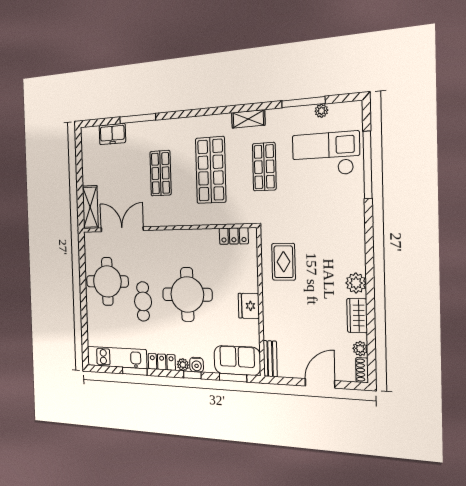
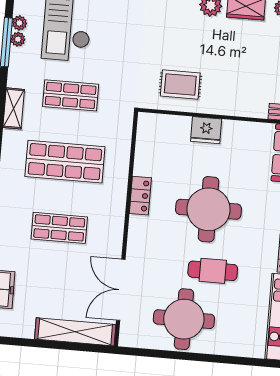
plant: (307, 112) -> (18, 39), added
shelving: (90, 207) -> (75, 332), width x1.47
locker: (234, 236) -> (140, 196), moved
fridge: (249, 306) -> (206, 130), moved

